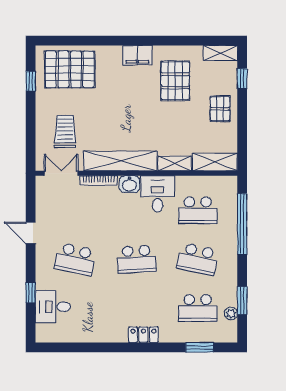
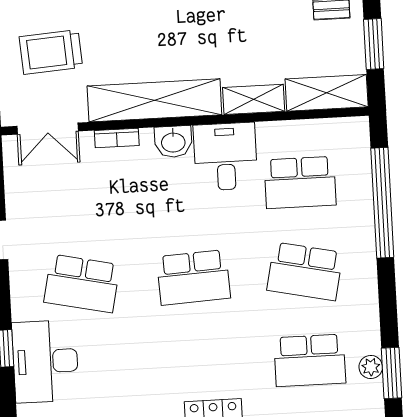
trolley: (65, 131) -> (51, 52), turned -94
window: (242, 137) -> (374, 44), added
double door: (61, 173) -> (48, 129), swing flipped
bookcase: (99, 180) -> (117, 138), width x0.64
window: (242, 300) -> (392, 373), moved
desk: (53, 307) -> (45, 361), width x1.37

